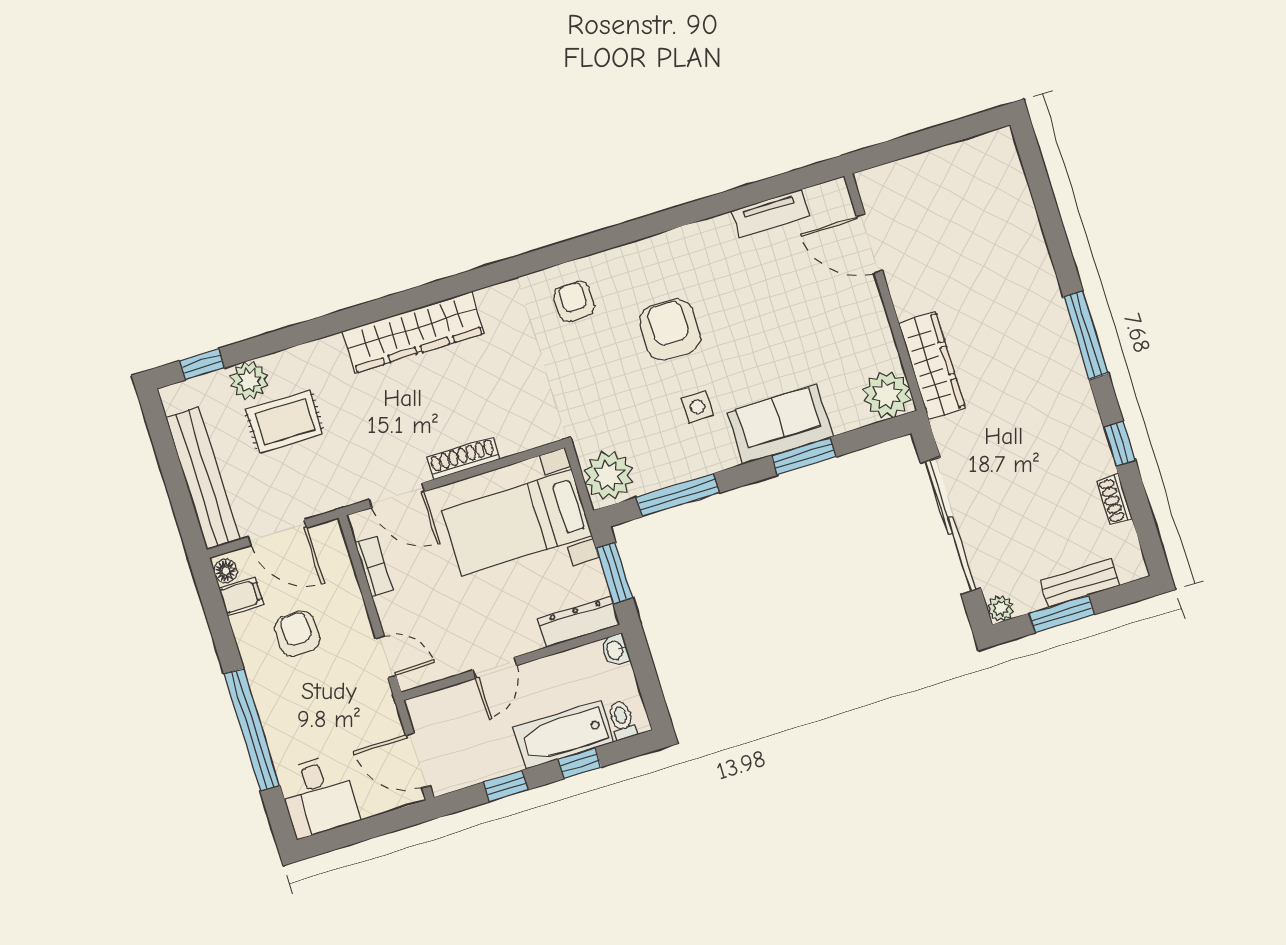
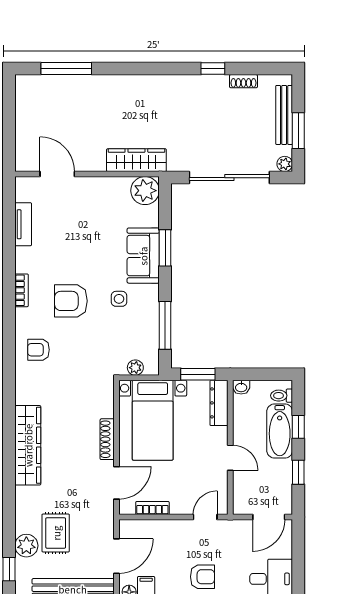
door: (870, 243) -> (57, 174), swing flipped
bookcase: (662, 244) -> (22, 290), added
window: (1086, 335) -> (66, 69), moved
plant: (608, 476) -> (135, 368), width x0.53, depth x0.53
bench: (1080, 583) -> (284, 115), width x1.36
armchair: (297, 633) -> (202, 577), moved, turned 180

